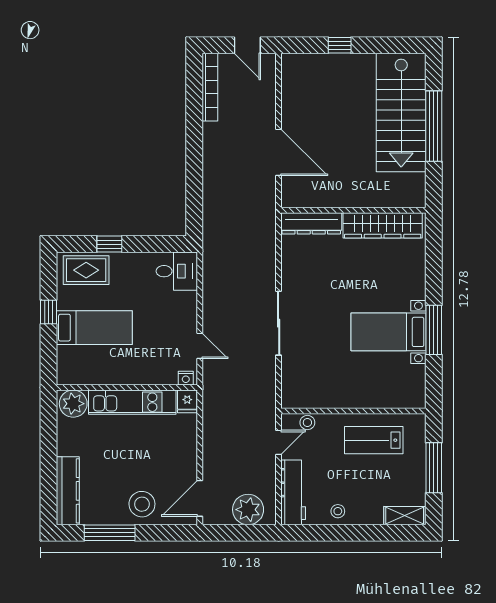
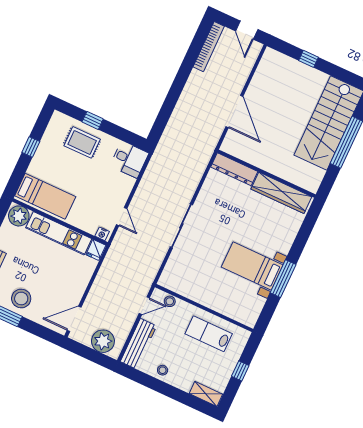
rug: (86, 270) -> (82, 142), moved
bed: (94, 328) -> (45, 196), moved
window: (434, 468) -> (240, 371), width x0.46
stool: (142, 504) -> (21, 298), moved

